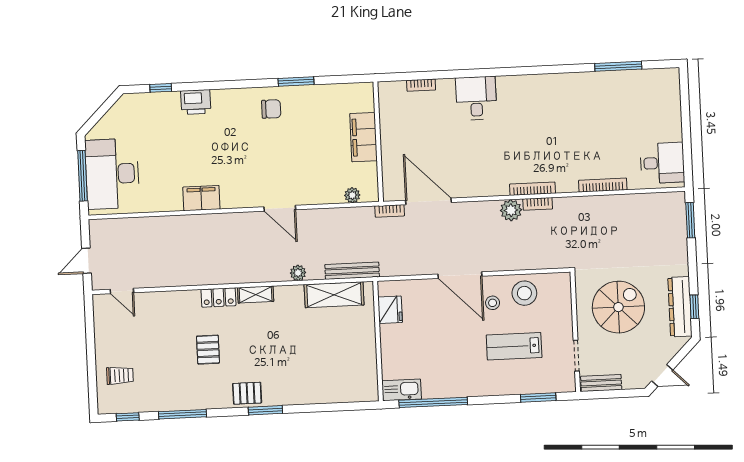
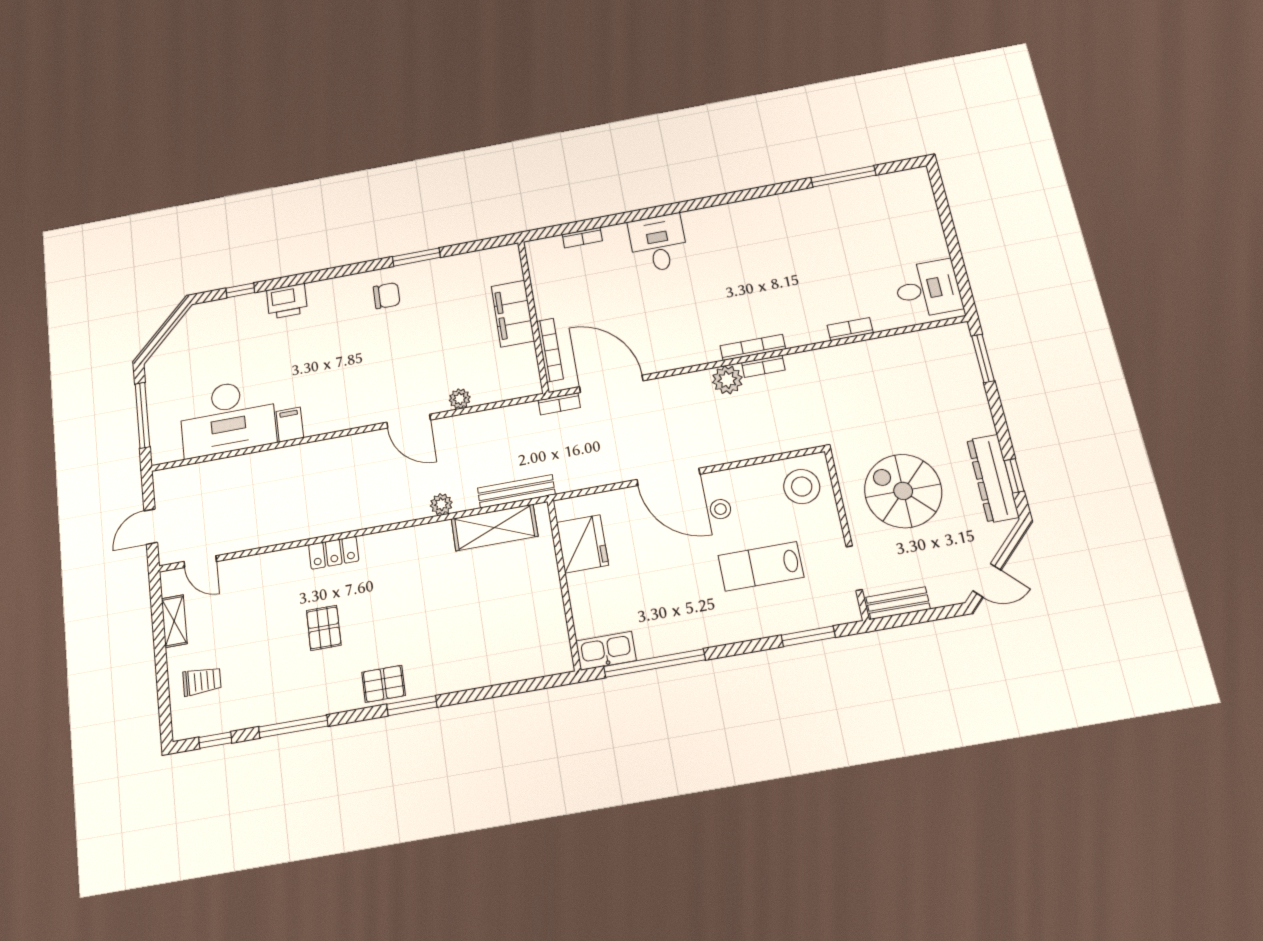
bookcase: (387, 169) -> (550, 350), added
desk: (112, 174) -> (228, 418), moved, turned -90
bookcase: (603, 185) -> (850, 329), width x0.64
plant: (352, 195) -> (460, 399), moved
filing cabinet: (201, 198) -> (290, 425), width x0.50
stool: (524, 293) -> (802, 487), moved
shelving: (256, 295) -> (174, 621), moved, turned 90
spiral stairs: (618, 307) -> (903, 491), turned -90
fridge: (390, 310) -> (582, 544), width x1.36, depth x1.34

